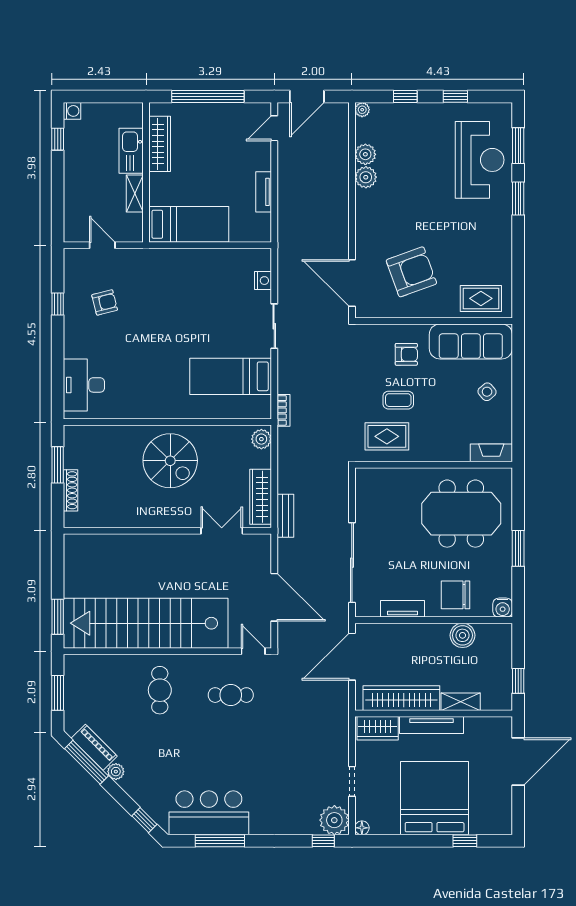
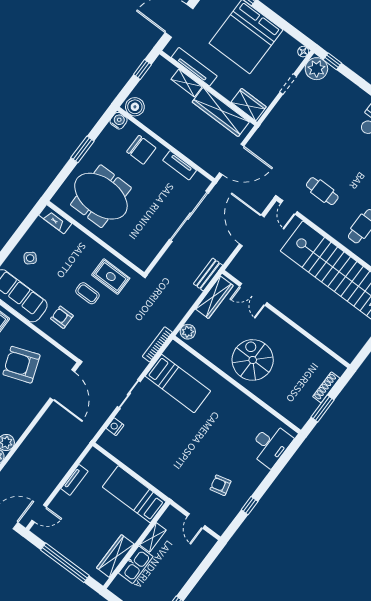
bookcase: (284, 410) -> (157, 344), width x1.56
boiler: (462, 635) -> (135, 107), moved
tv unit: (431, 725) -> (194, 67), moved

